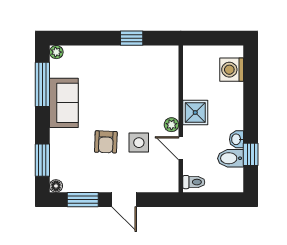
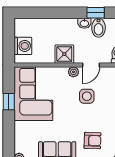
washing machine: (232, 70) -> (23, 46), moved, turned -90
corner sofa: (142, 71) -> (33, 94), added
armchair: (106, 142) -> (92, 141), moved

